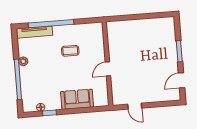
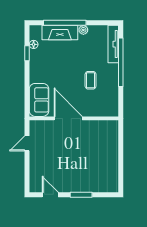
door: (108, 69) -> (68, 118), width x1.88
fireplace: (27, 83) -> (60, 33), added
sofa: (77, 99) -> (39, 100), moved

